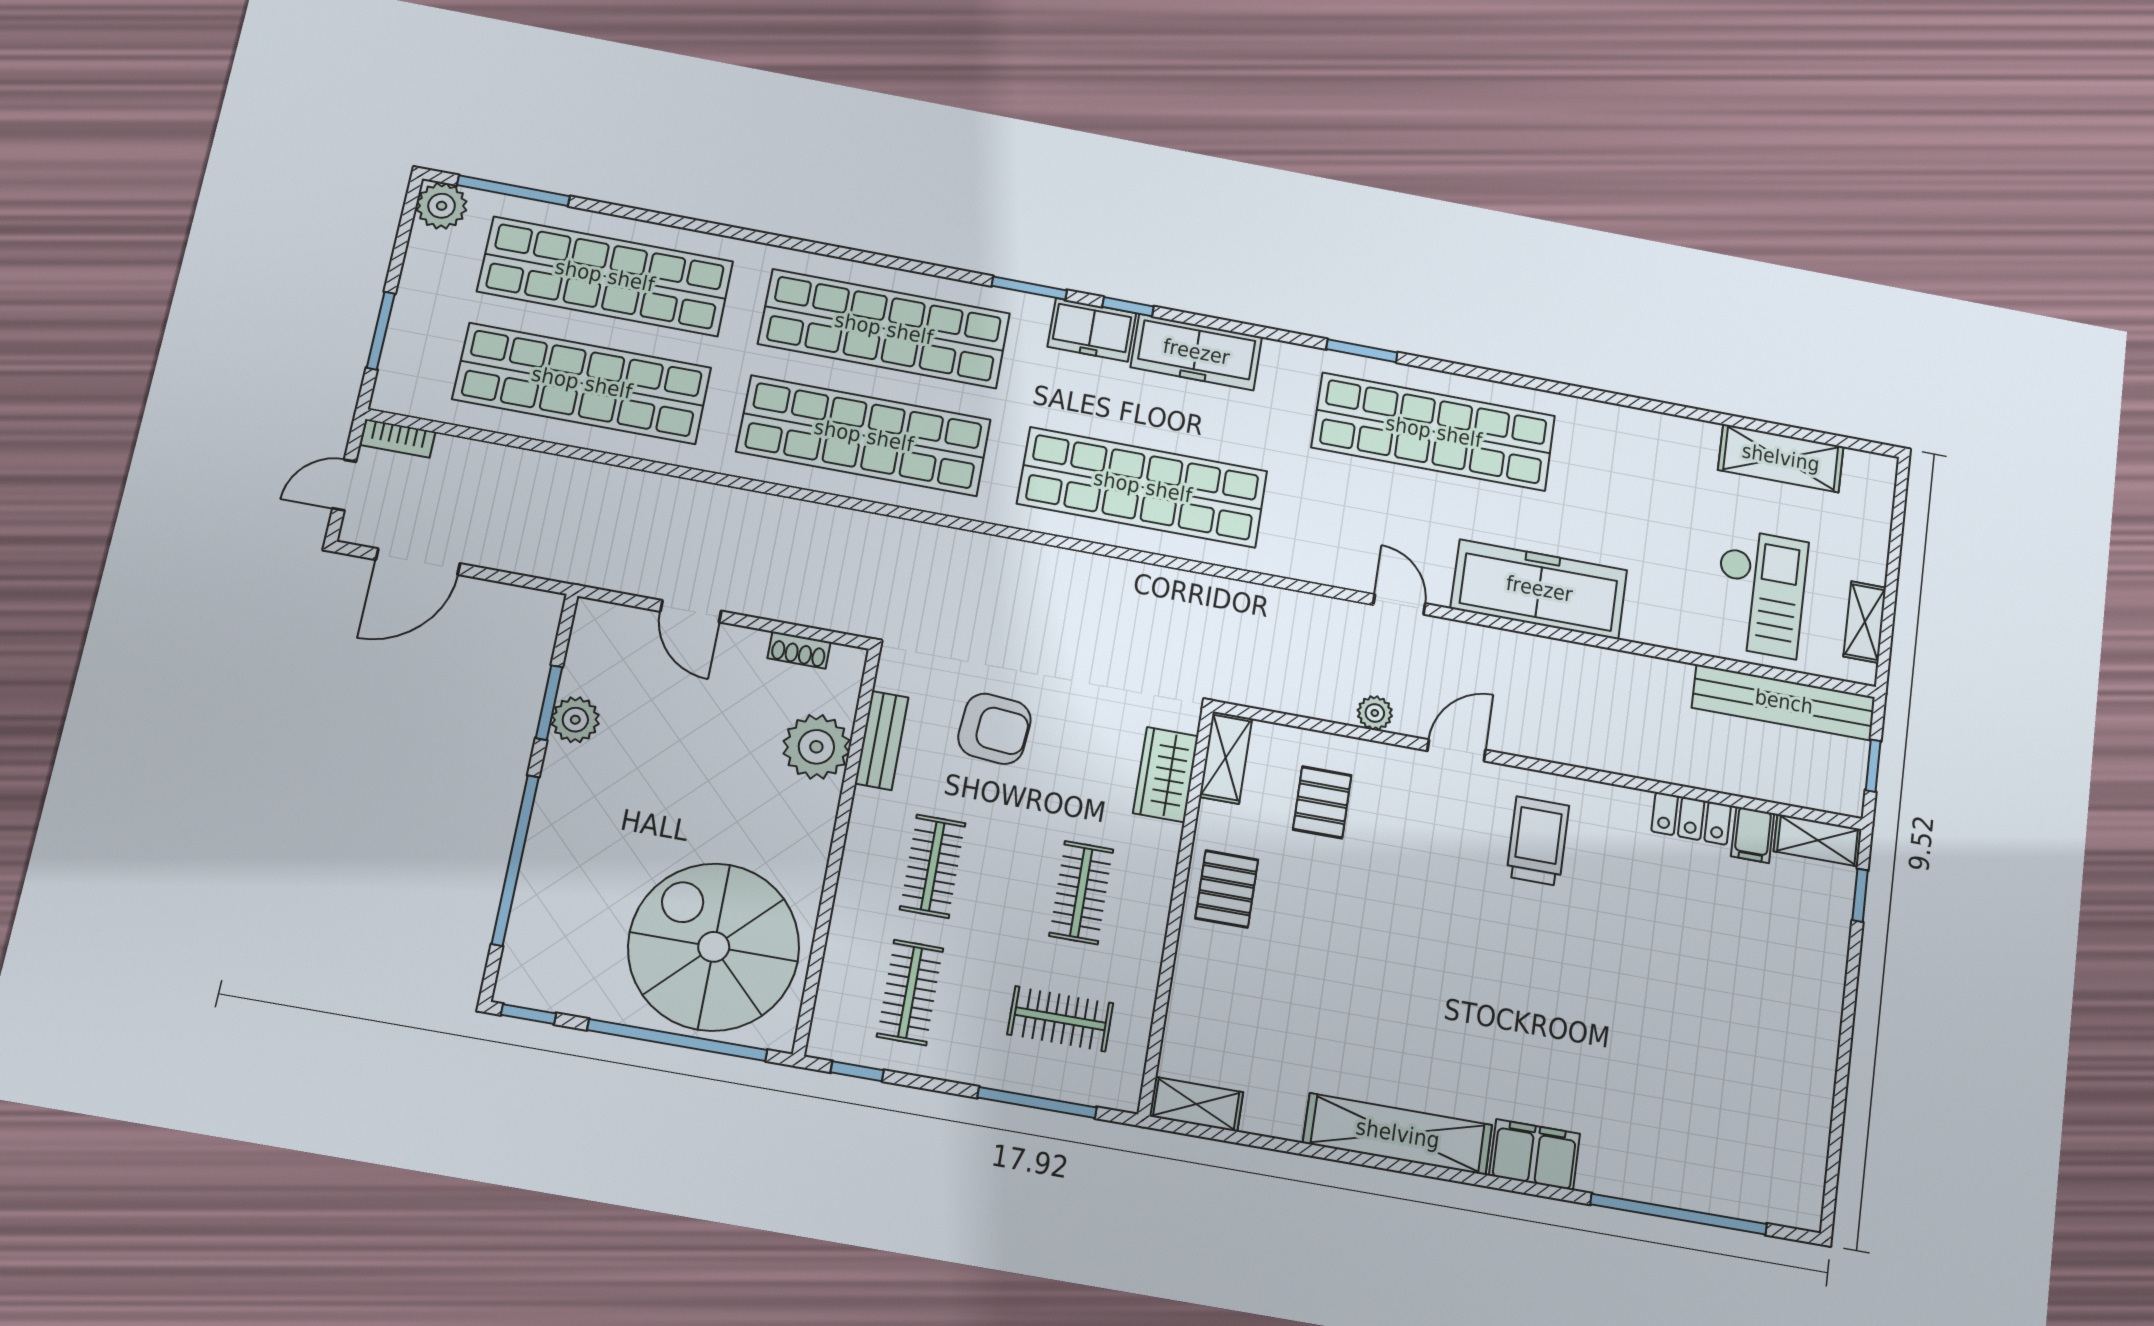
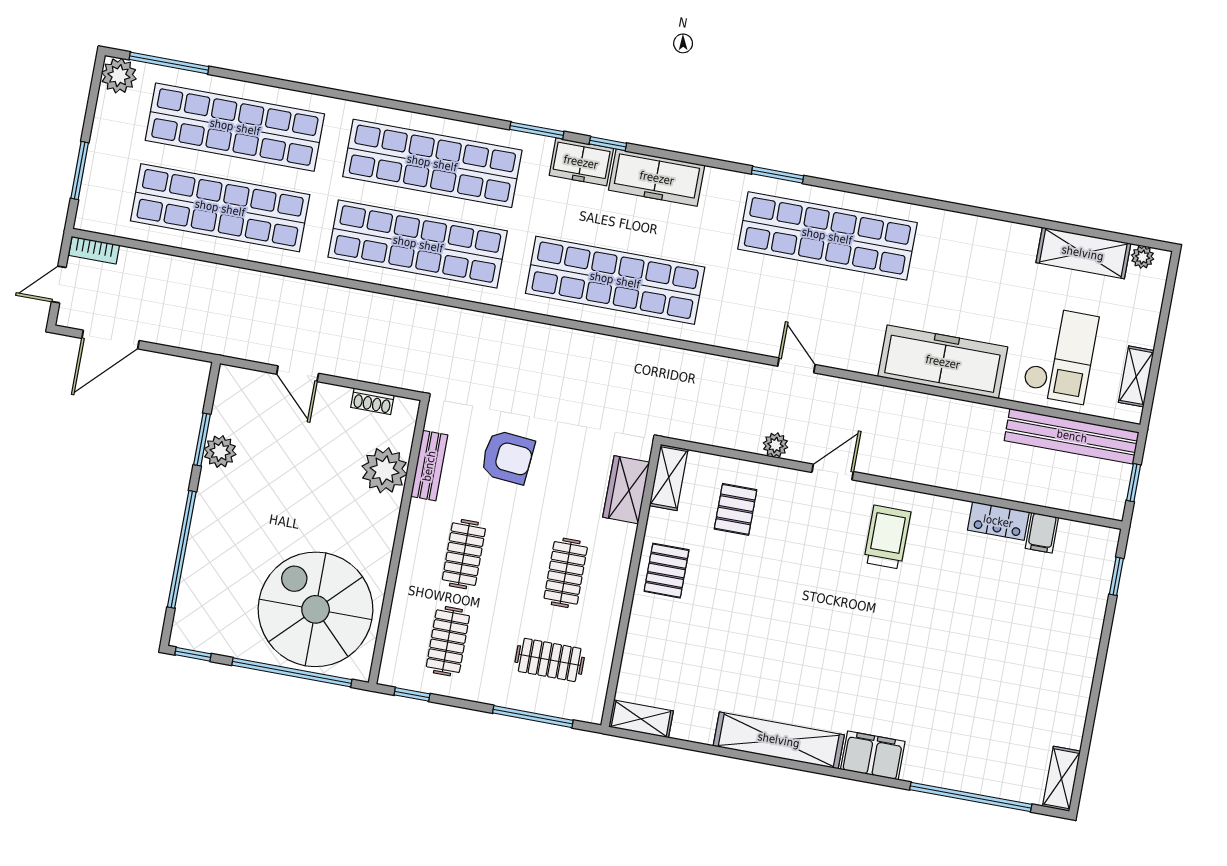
plant: (1860, 465) -> (1143, 257), added
freezer: (1539, 589) -> (943, 362), moved
shelving: (1818, 840) -> (1061, 779), moved, turned 90

